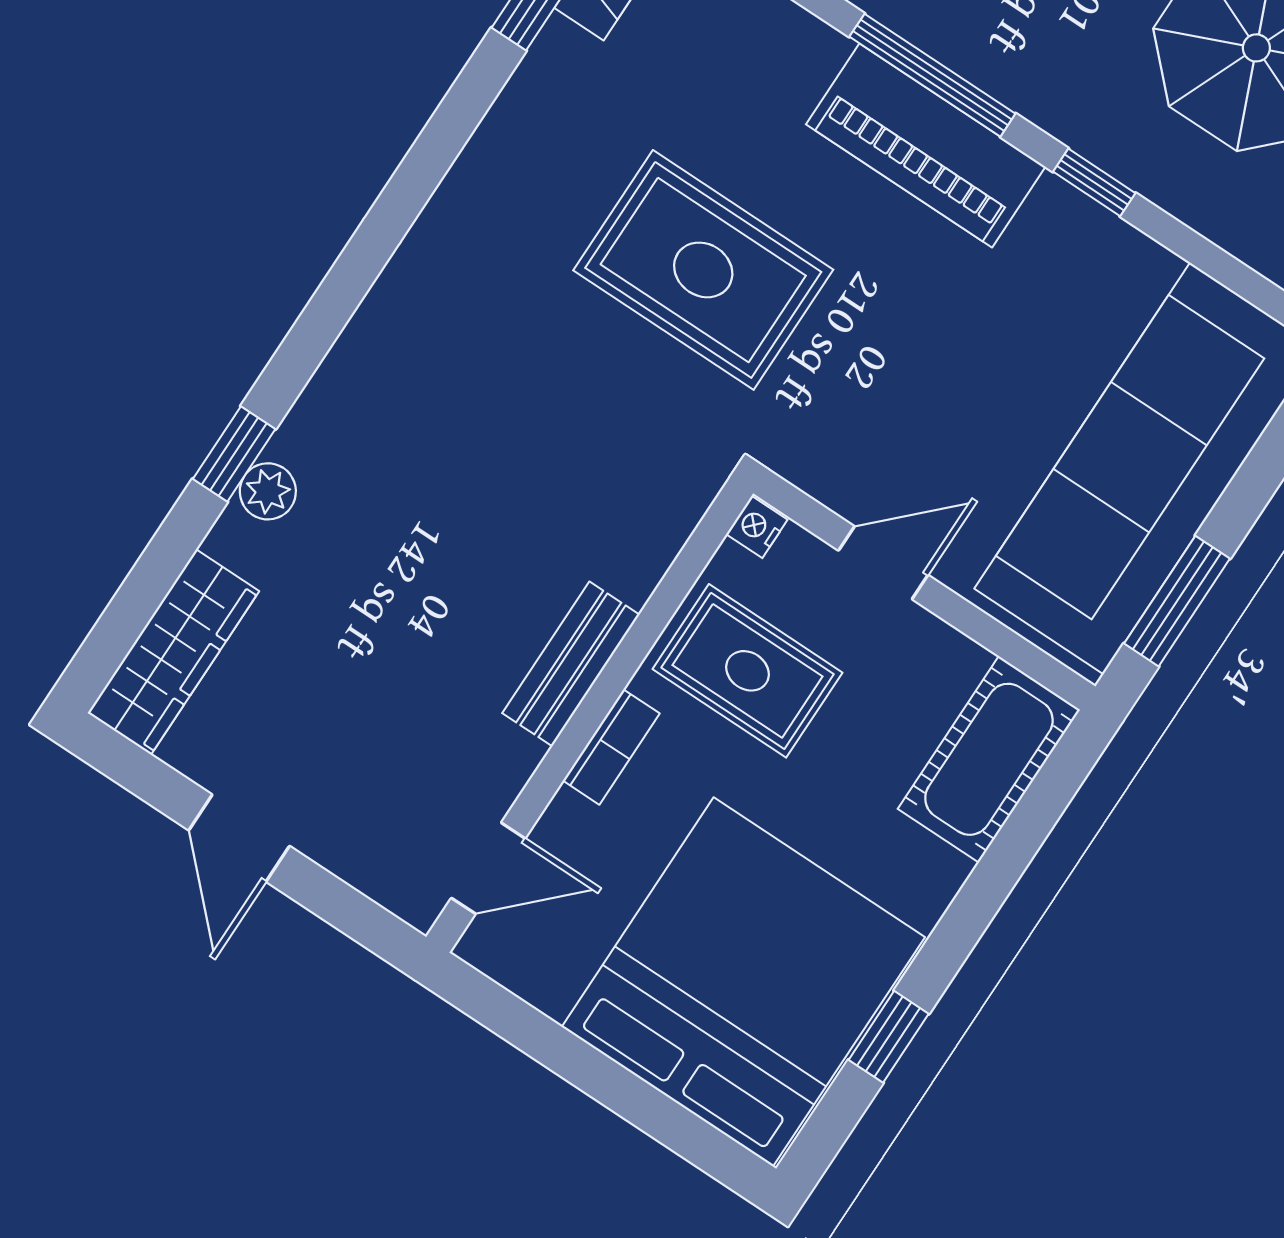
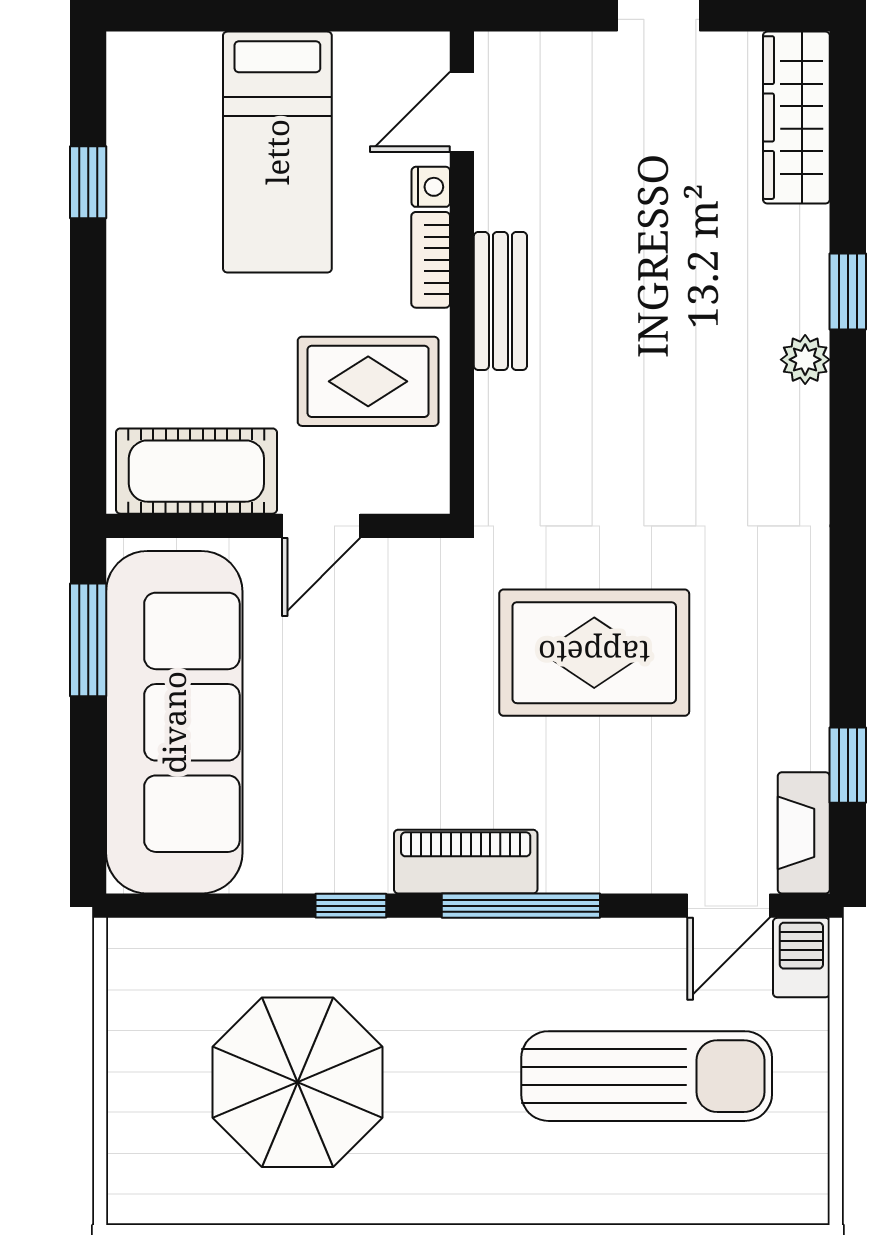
piano: (926, 145) -> (466, 862), width x0.73, depth x0.75
plant: (268, 491) -> (805, 360), moved
nightstand: (757, 527) -> (431, 187), moved
cot: (989, 759) -> (196, 471), moved, turned 90
bed: (743, 982) -> (277, 152), width x0.49

